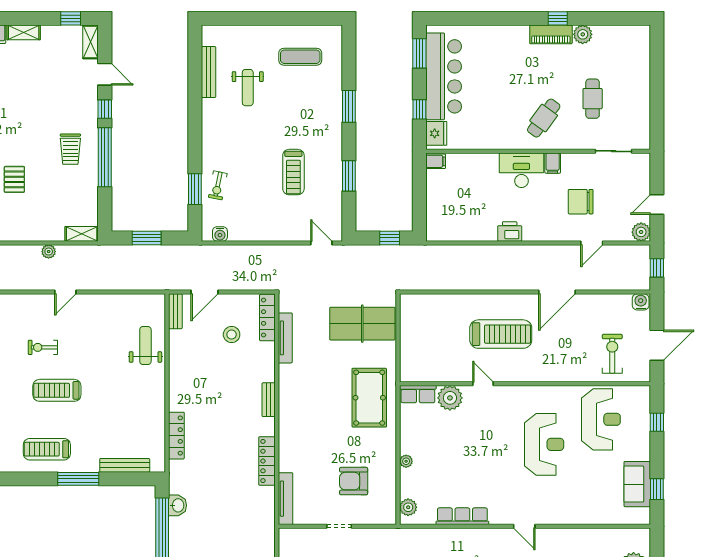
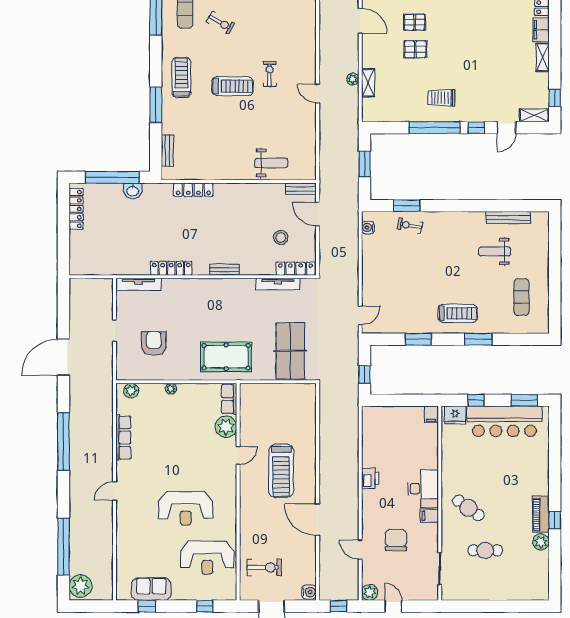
treadmill: (293, 172) -> (458, 313), moved, turned 180
shelving: (82, 234) -> (368, 83), moved
treadmill: (57, 390) -> (232, 86), turned 90
bench: (125, 465) -> (167, 151), width x0.73

